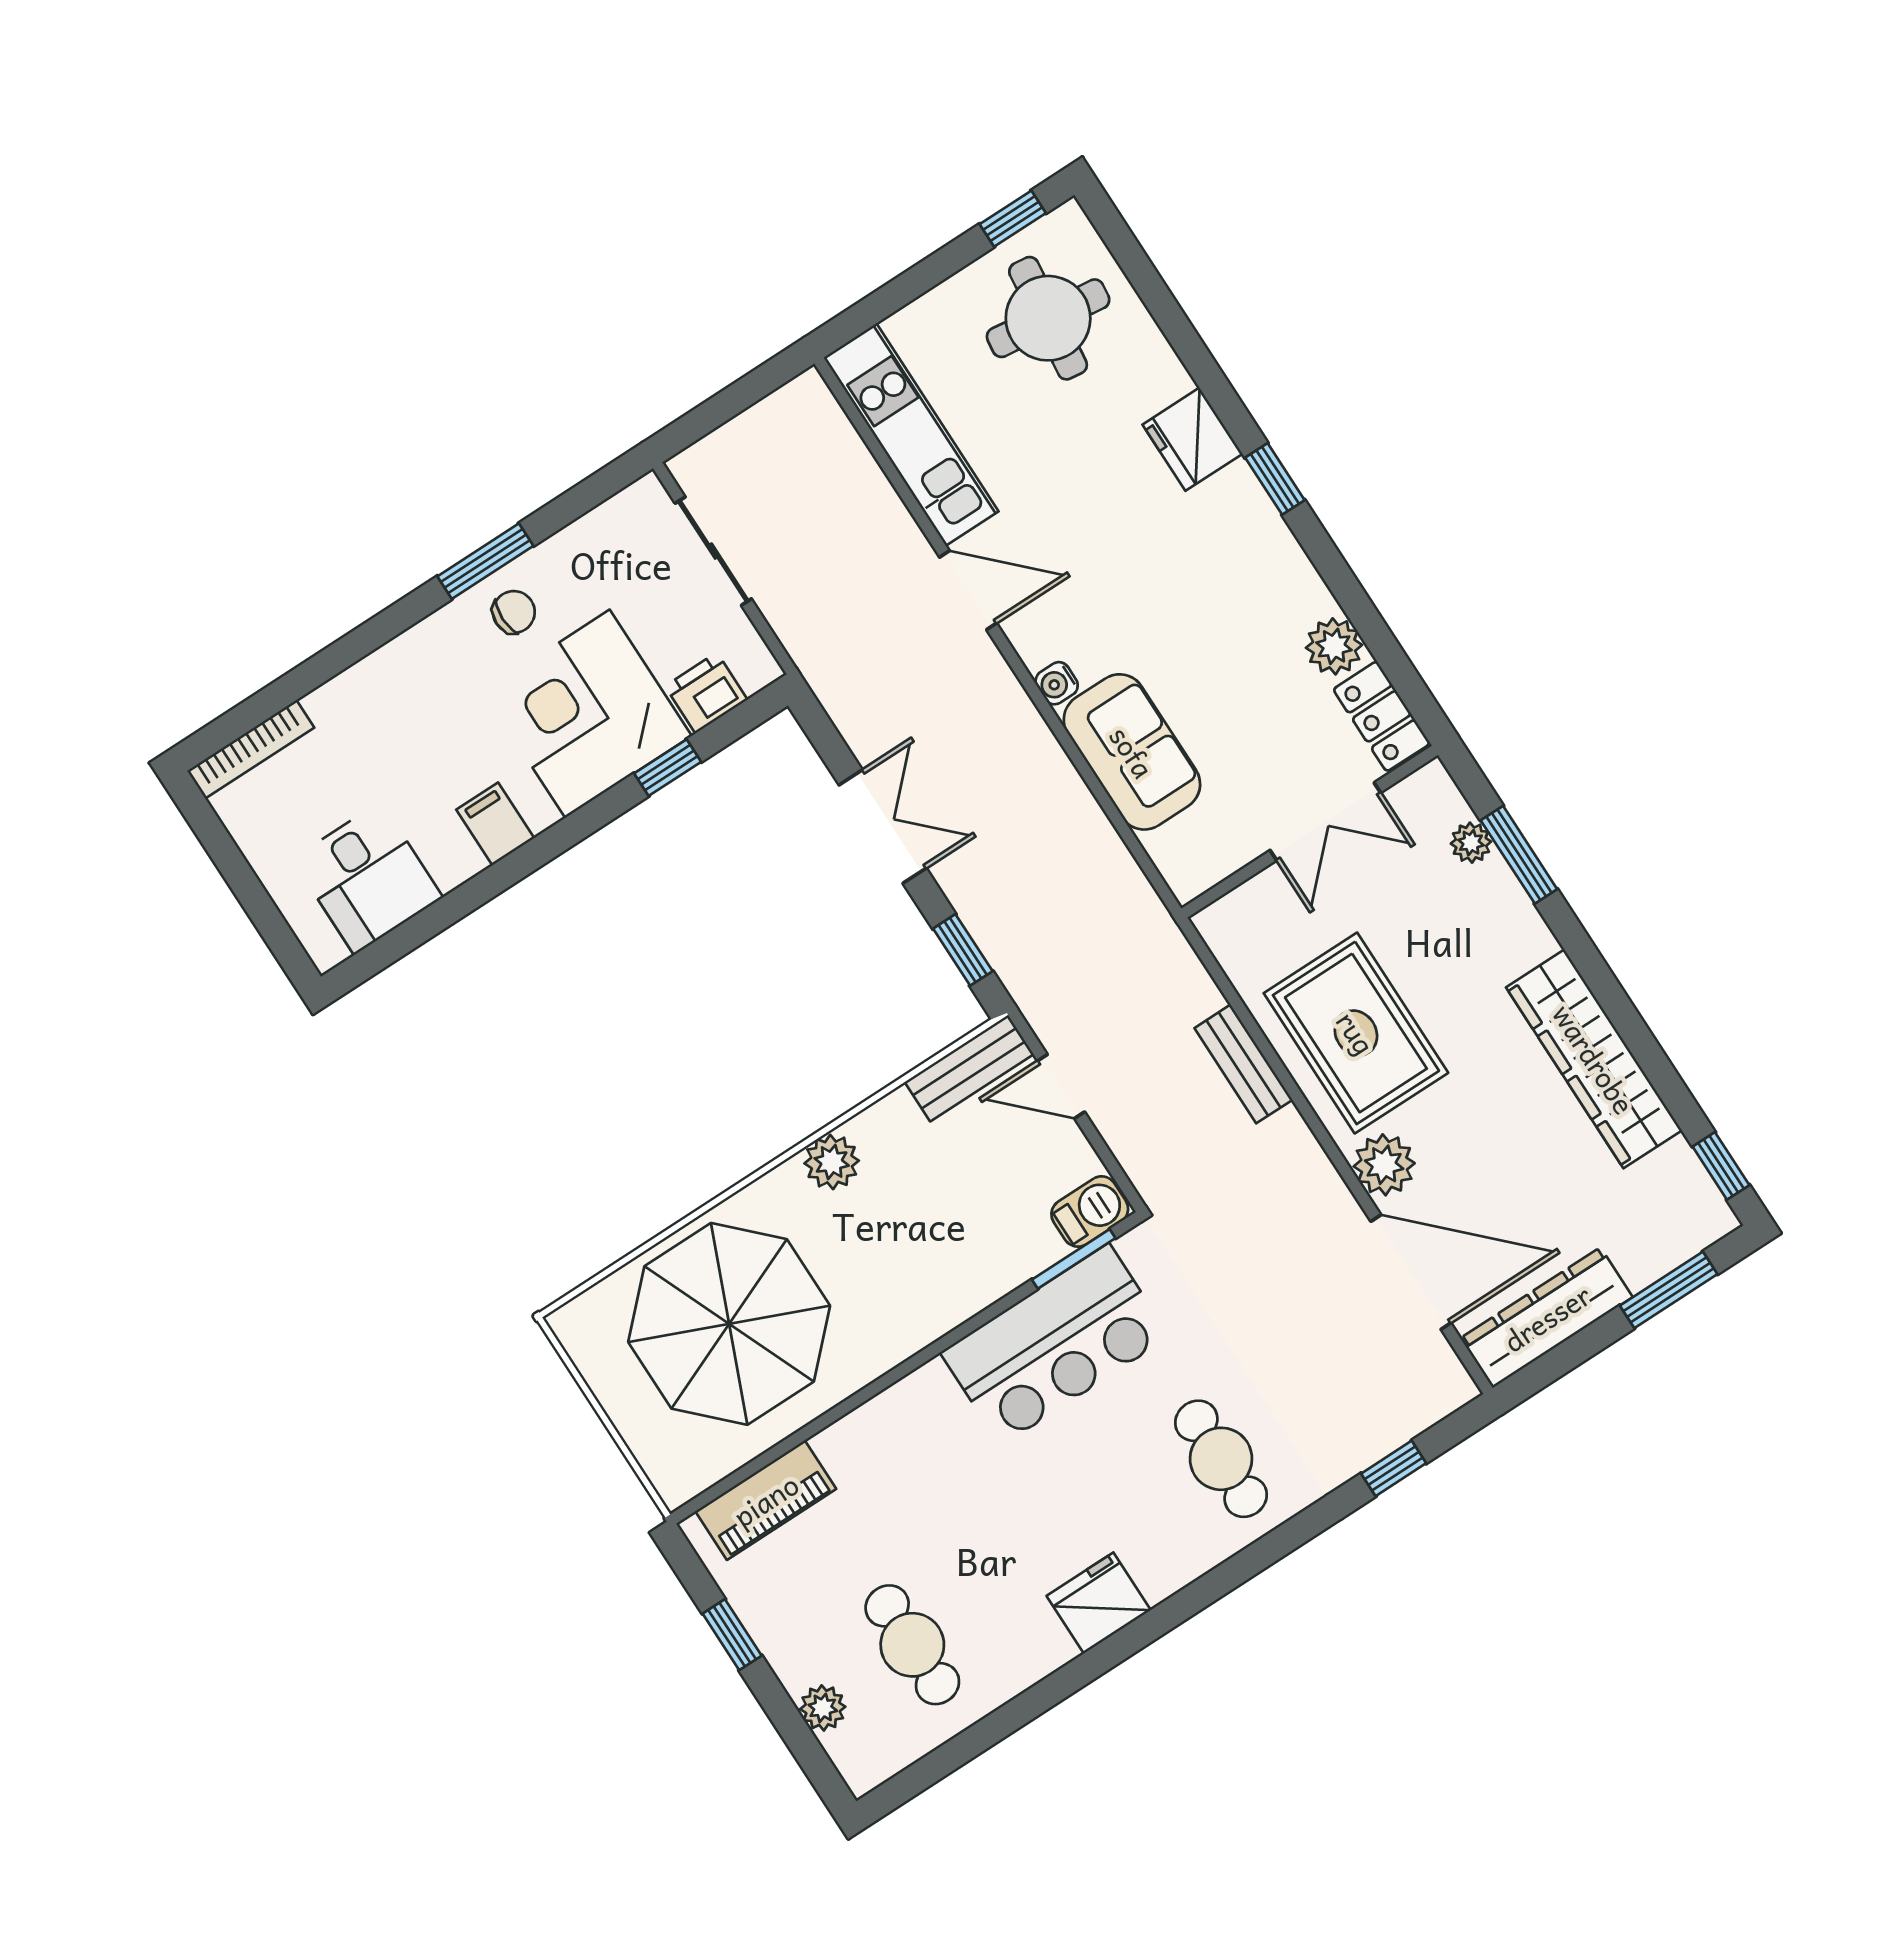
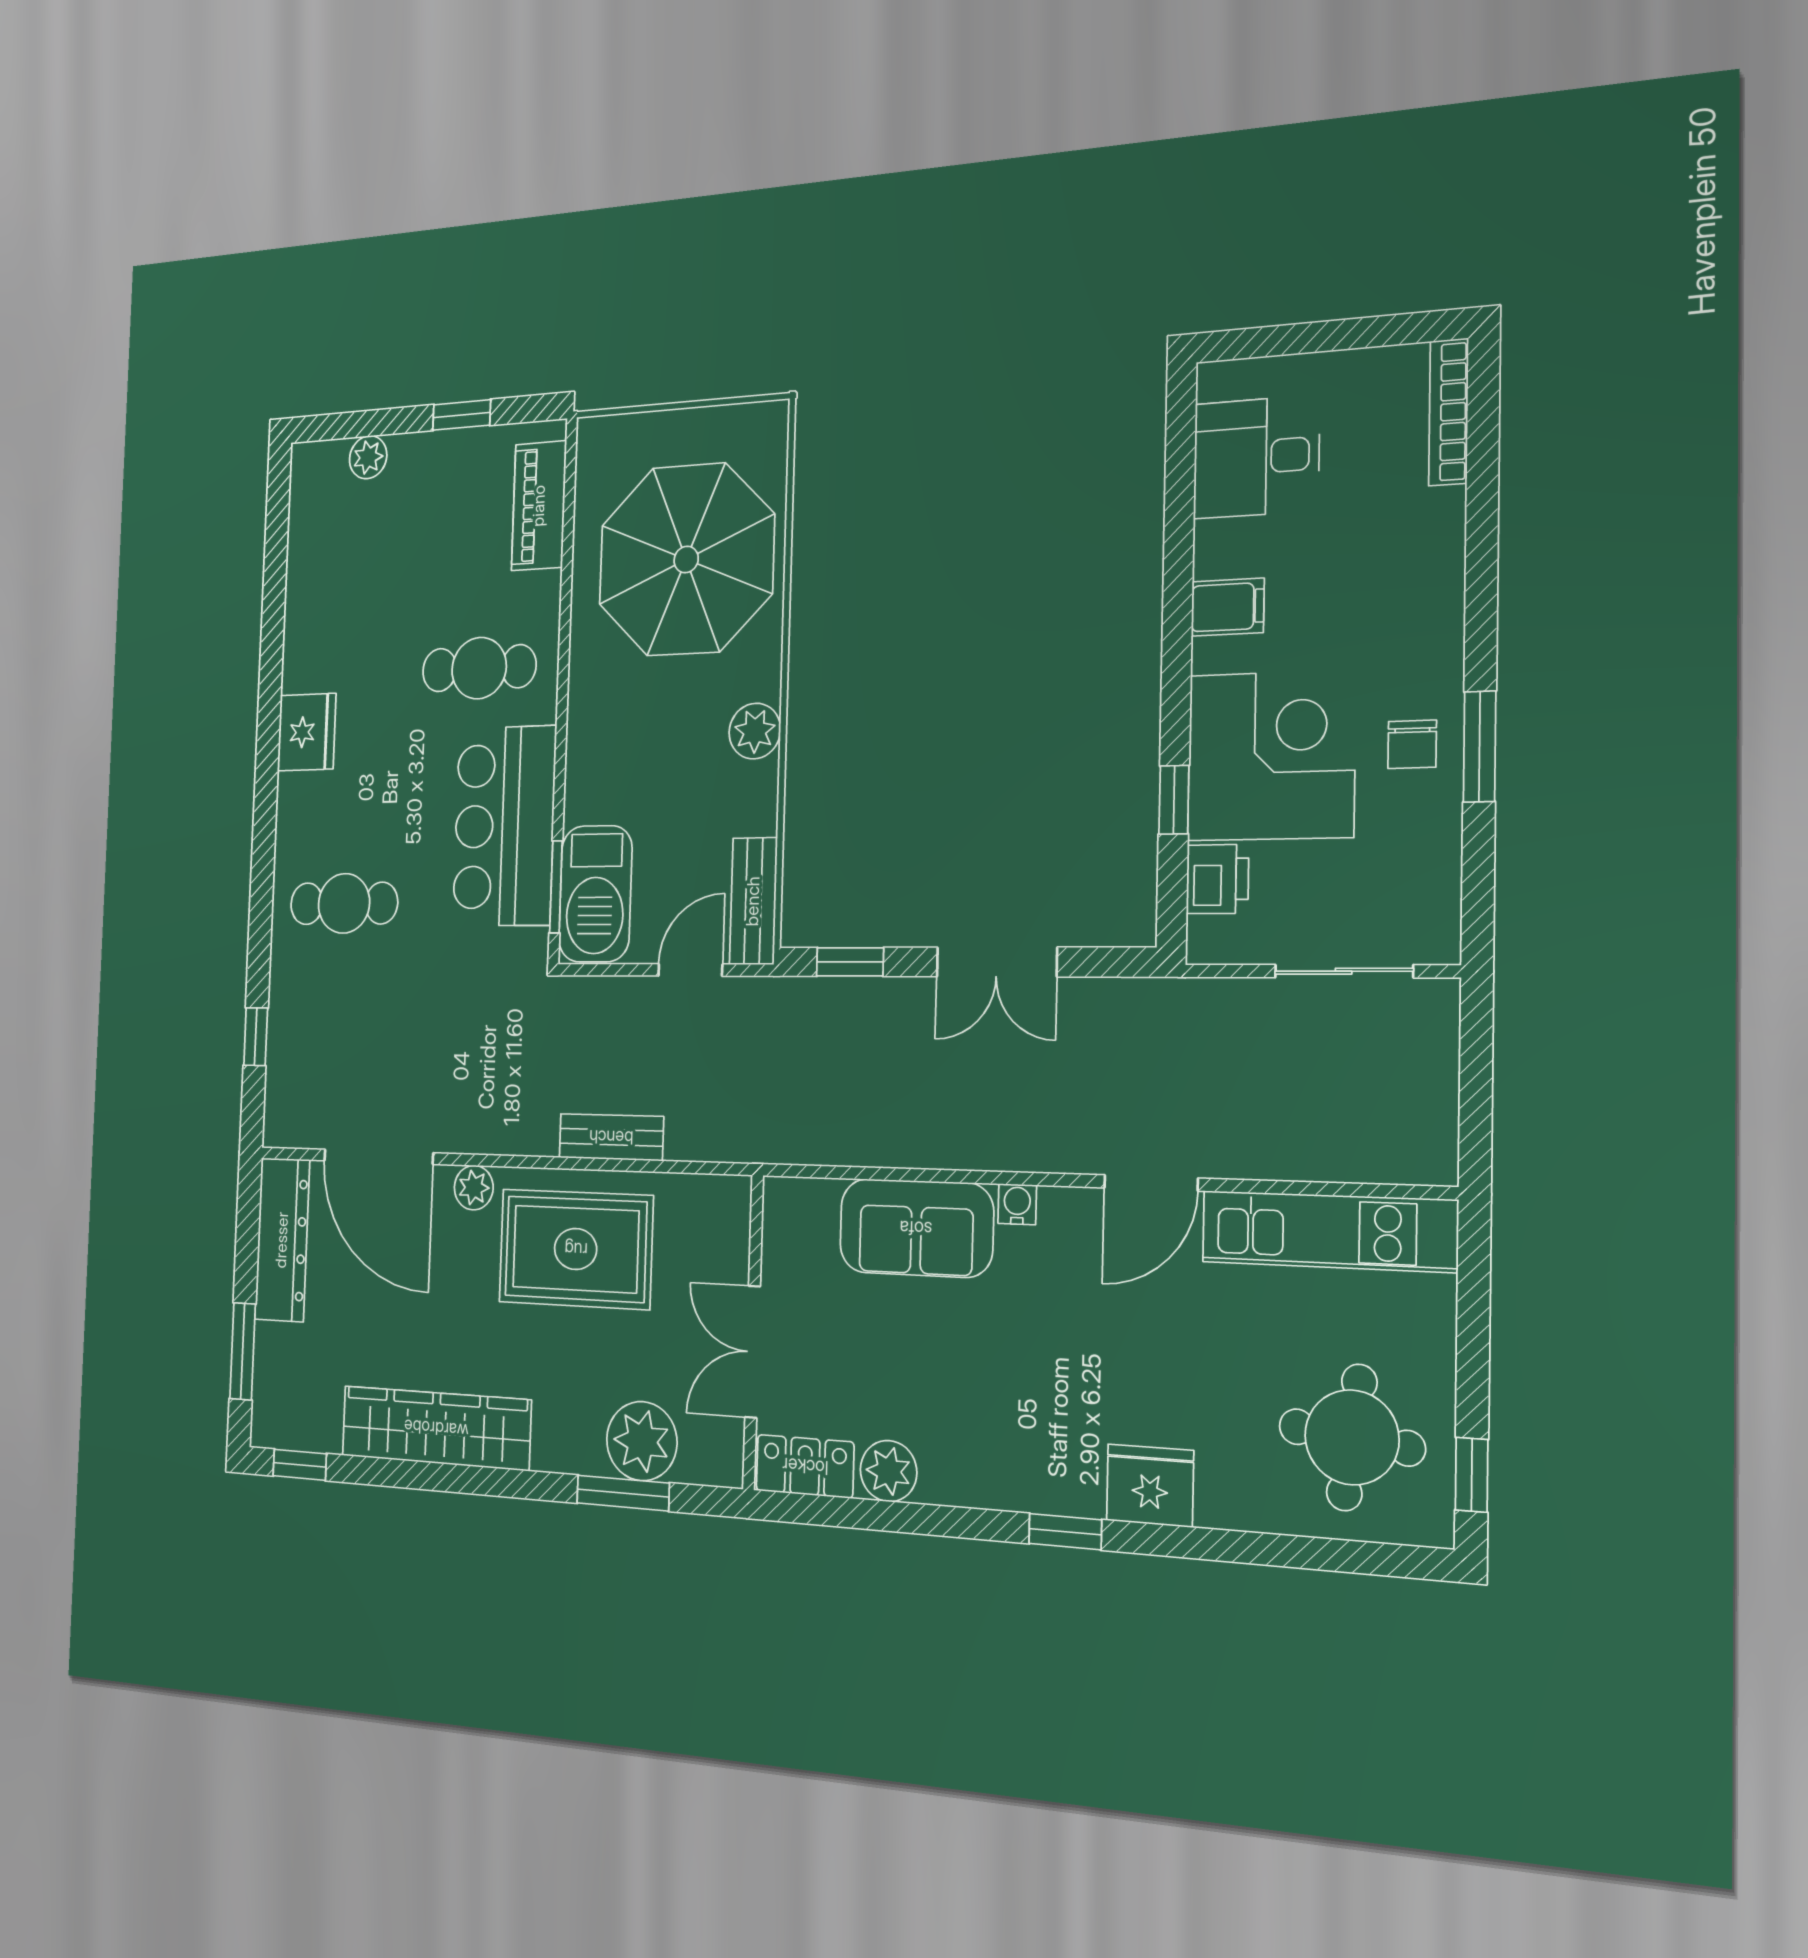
plant: (1471, 843) -> (642, 1441), width x1.87, depth x1.87
plant: (1384, 1165) -> (474, 1188), width x0.73, depth x0.73
barbecue: (1090, 1212) -> (595, 894), width x1.88, depth x1.53
door: (1411, 1272) -> (378, 1157), hinge flipped
cafe table: (912, 1645) -> (479, 668), moved

